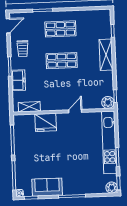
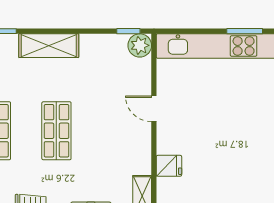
fridge: (46, 122) -> (169, 166), width x0.53, depth x0.75

